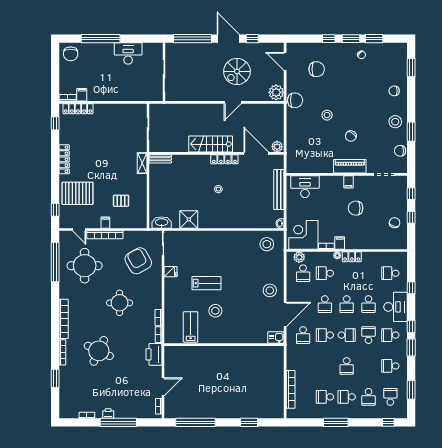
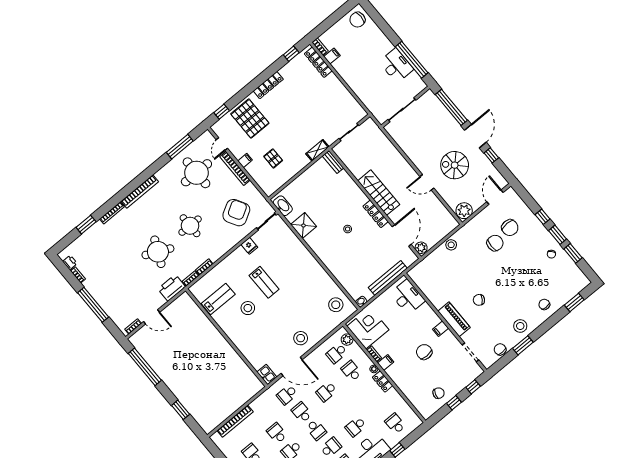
window: (101, 39) -> (412, 60), moved
chair: (295, 100) -> (495, 243), moved, turned -90
stool: (327, 115) -> (451, 245), moved
window: (55, 262) -> (180, 147), width x0.68
school desk: (347, 304) -> (277, 433), moved, turned 90
round table: (99, 351) -> (158, 252), moved
printer: (108, 414) -> (70, 262), moved

